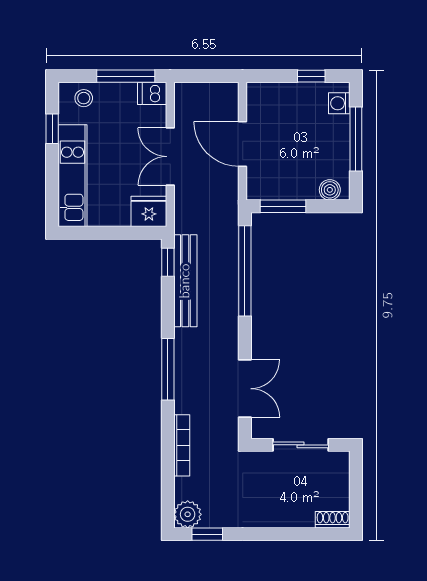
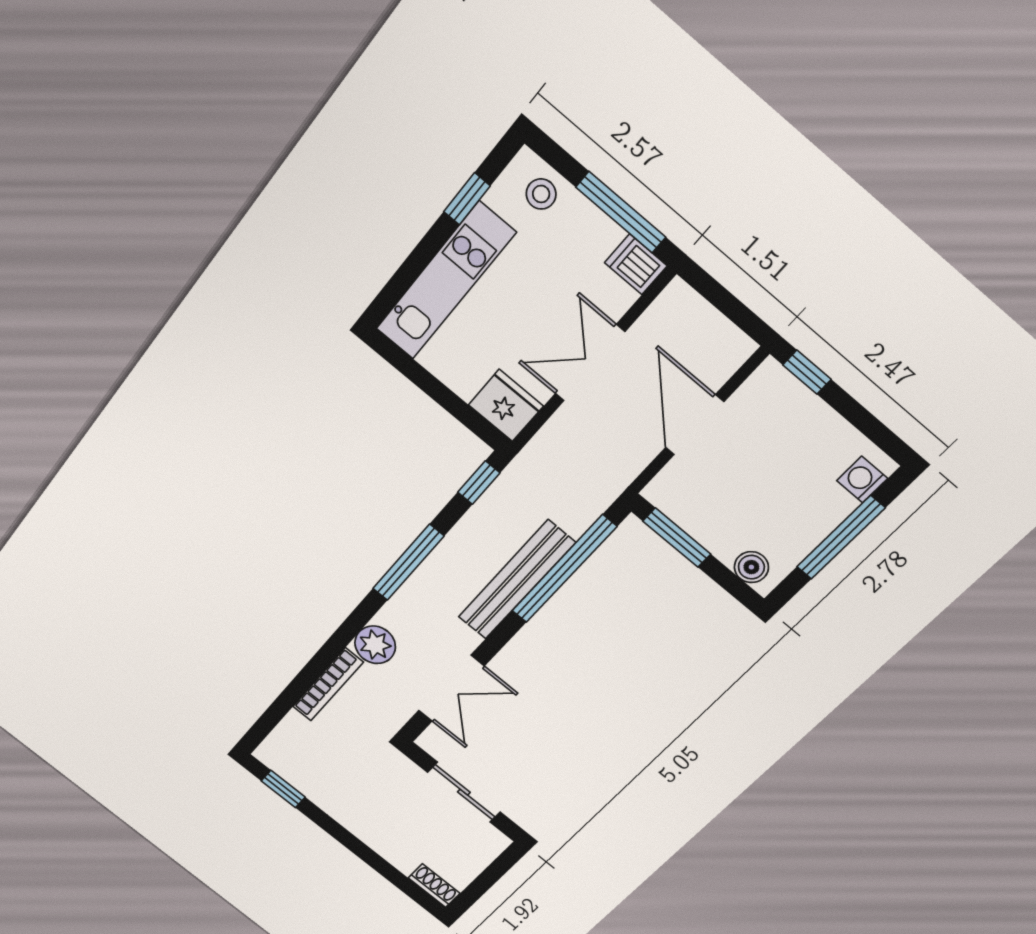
window: (311, 76) -> (807, 372), moved
bench: (185, 281) -> (516, 580), moved
window: (168, 369) -> (408, 562), moved
plant: (188, 514) -> (375, 645), moved

